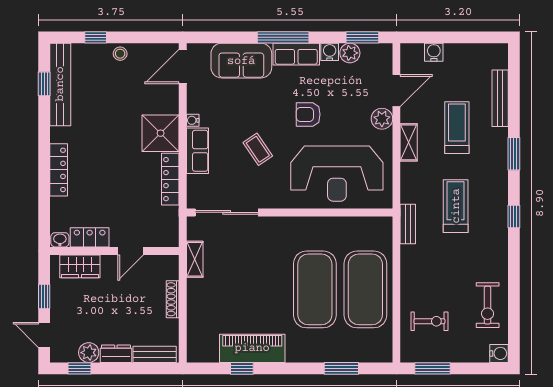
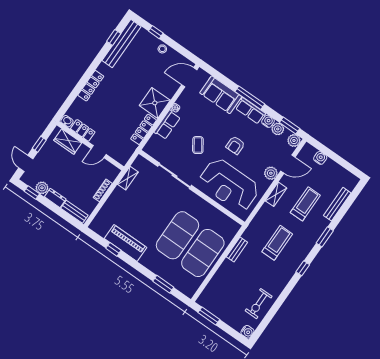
plant: (382, 53) -> (294, 140), added
armchair: (308, 114) -> (235, 145), turned -90
sliding door: (227, 212) -> (174, 176), moved
bench: (408, 224) -> (237, 249), moved
exercise bike: (429, 321) -> (224, 291), removed

